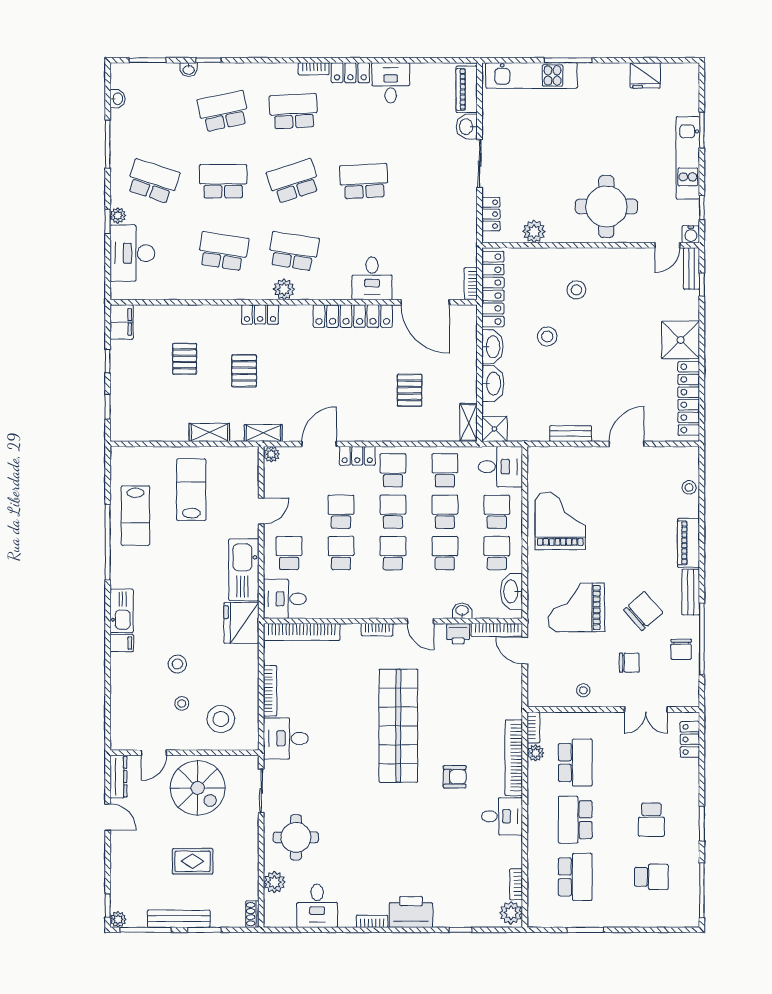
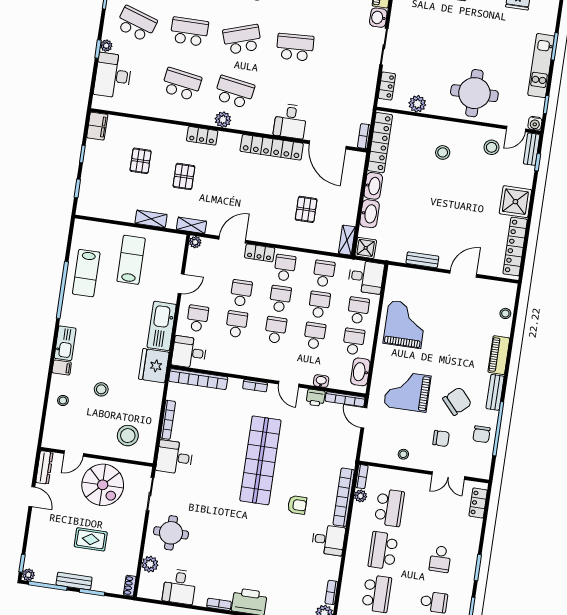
stool: (547, 336) -> (492, 147), moved
stool: (182, 703) -> (63, 400), moved
bench: (179, 919) -> (74, 581), width x0.73

